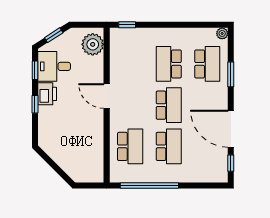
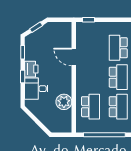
plant: (93, 44) -> (64, 102), moved
desk: (54, 66) -> (36, 89), moved
door: (107, 96) -> (74, 57), moved

